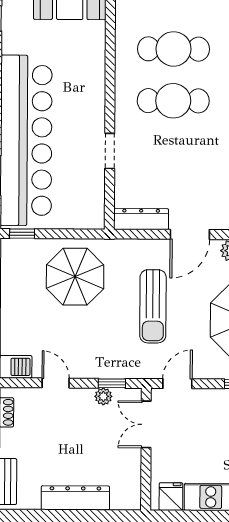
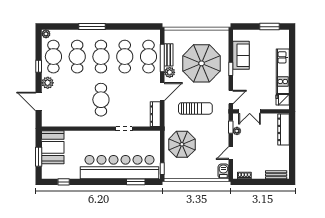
cafe table: (173, 49) -> (77, 100), removed
door: (190, 234) -> (162, 92), hinge flipped
door: (177, 384) -> (231, 97), swing flipped
dresser: (75, 498) -> (283, 129), moved

